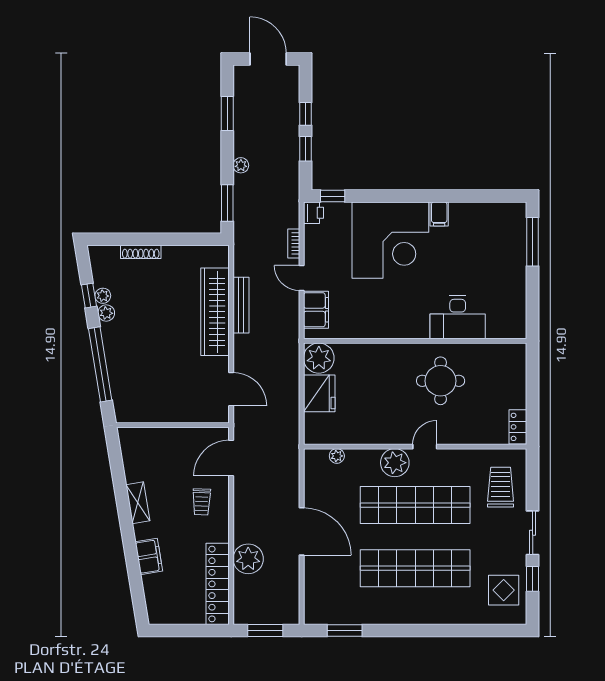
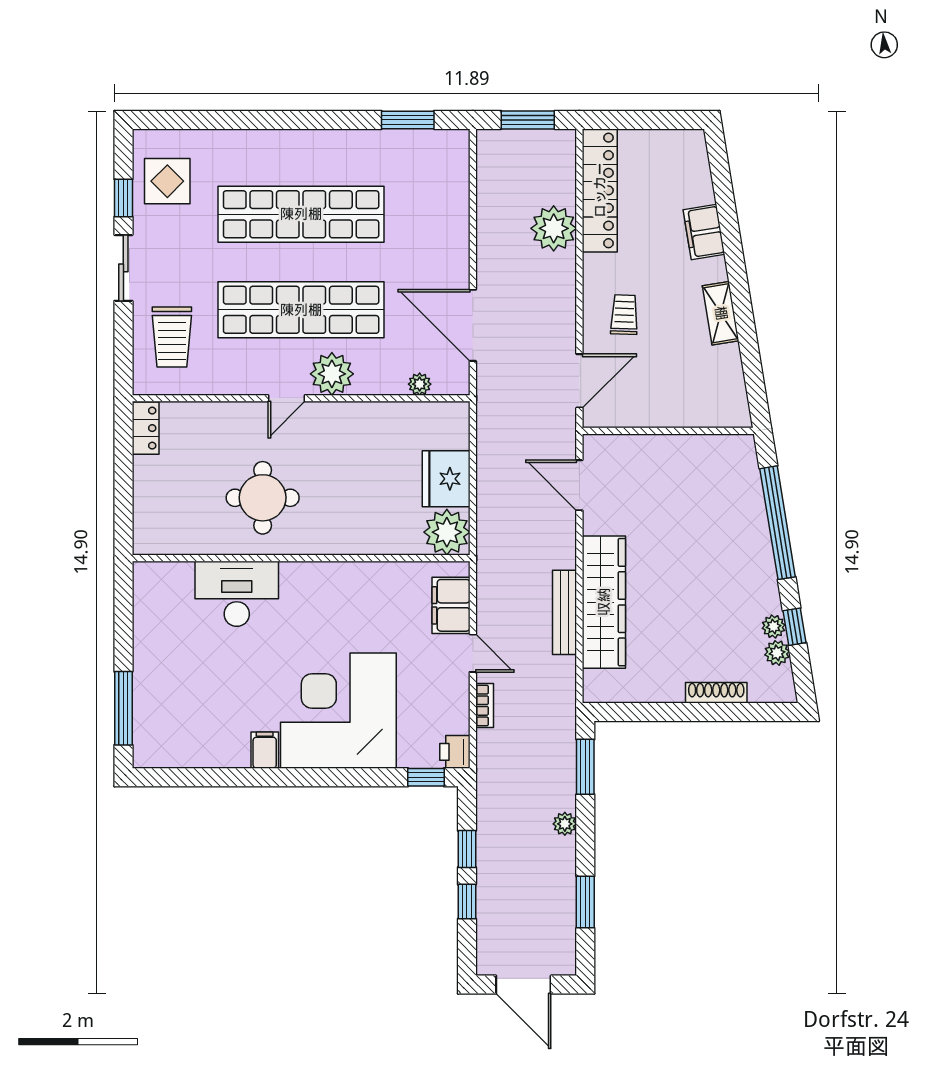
plant: (106, 313) -> (777, 653), moved
door: (302, 531) -> (473, 325), moved

